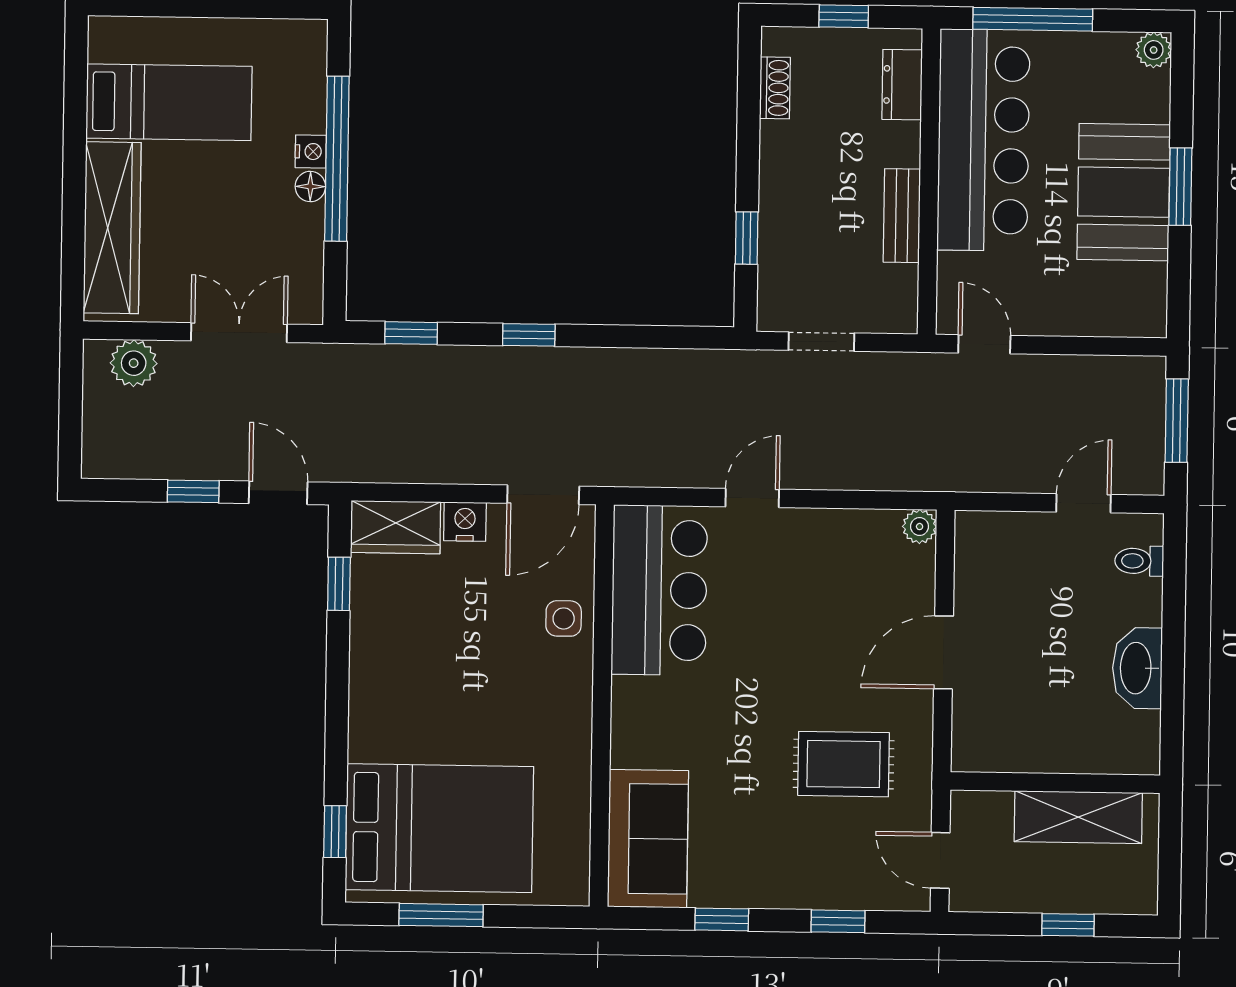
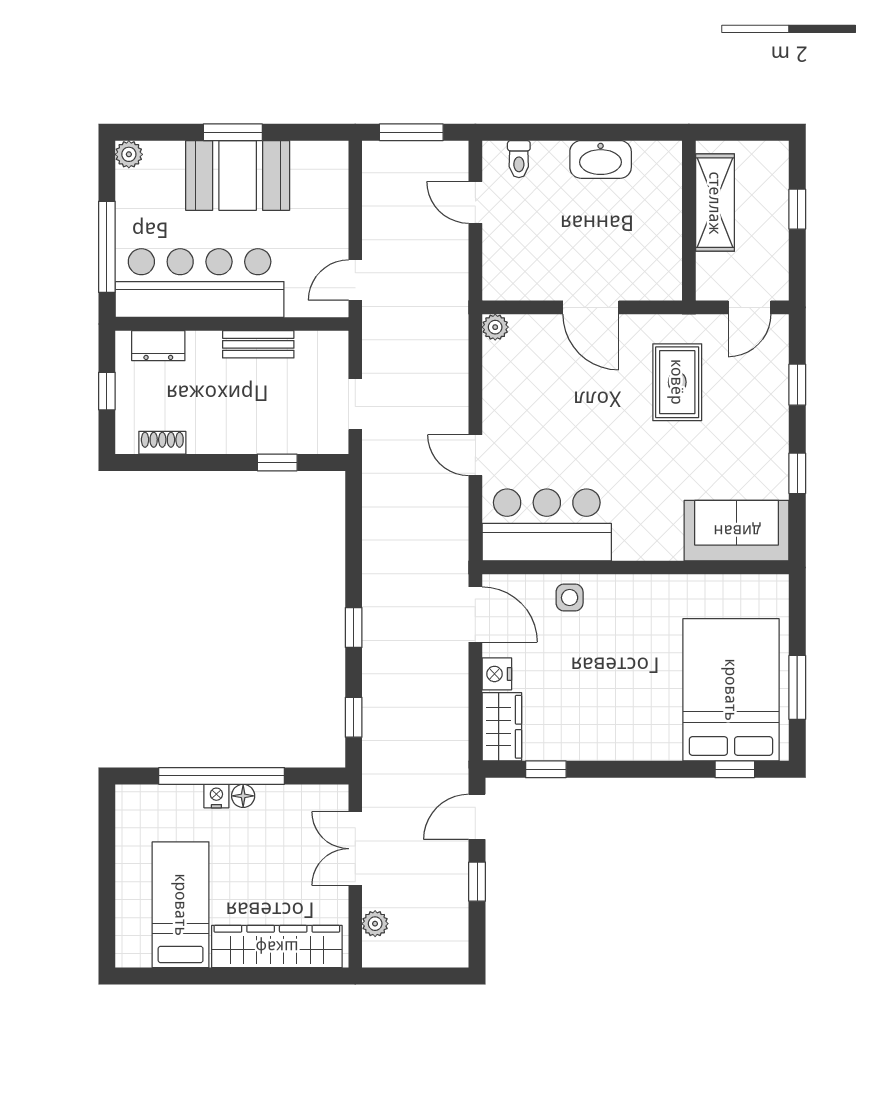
plant: (134, 363) -> (375, 924), width x0.73, depth x0.73

